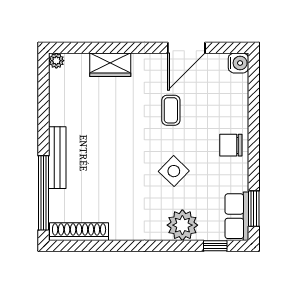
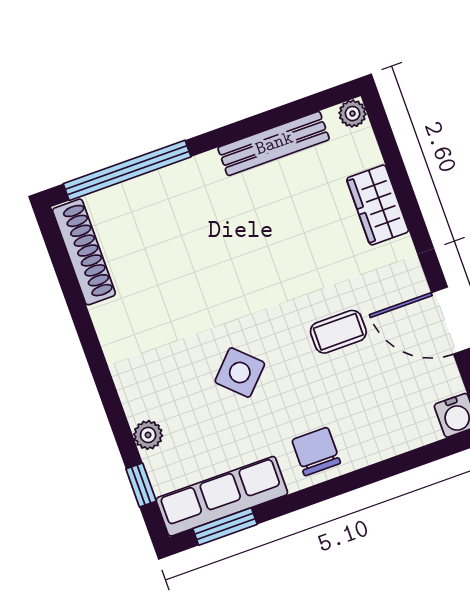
bench: (57, 158) -> (274, 143), moved
row of seats: (237, 216) -> (222, 496), width x1.48
plant: (182, 225) -> (148, 435), width x0.53, depth x0.53

